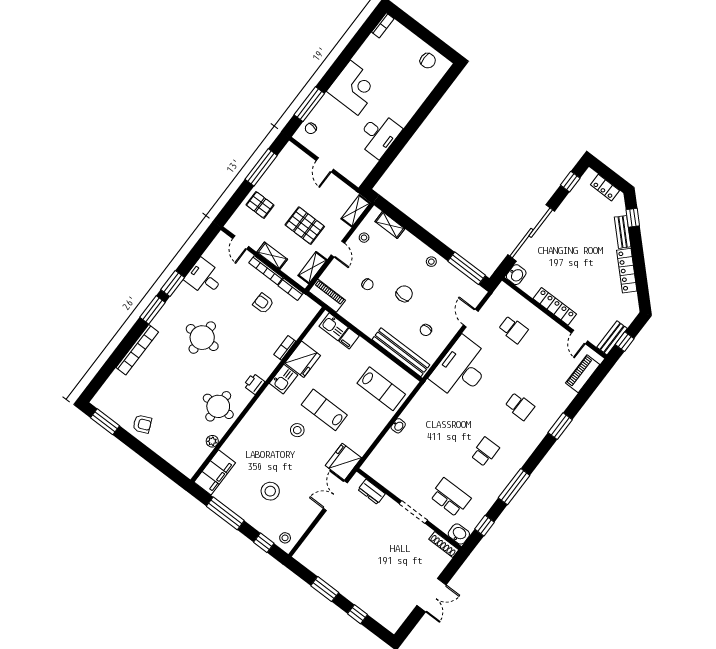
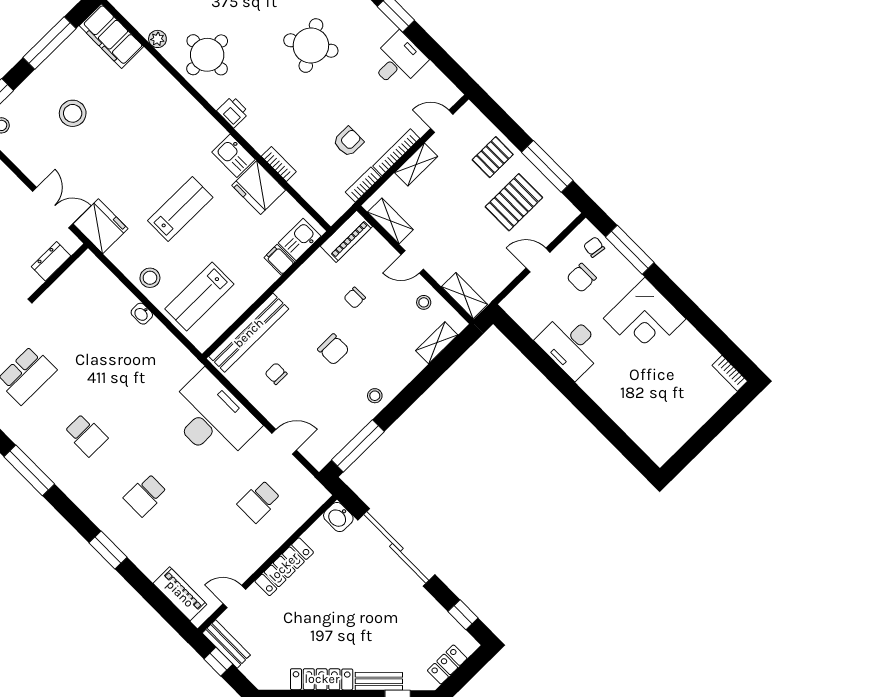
chair: (428, 61) -> (581, 278), moved
pallet: (305, 226) -> (514, 202), moved
round table: (202, 338) -> (311, 46), turned -31
stool: (297, 430) -> (150, 278), moved

